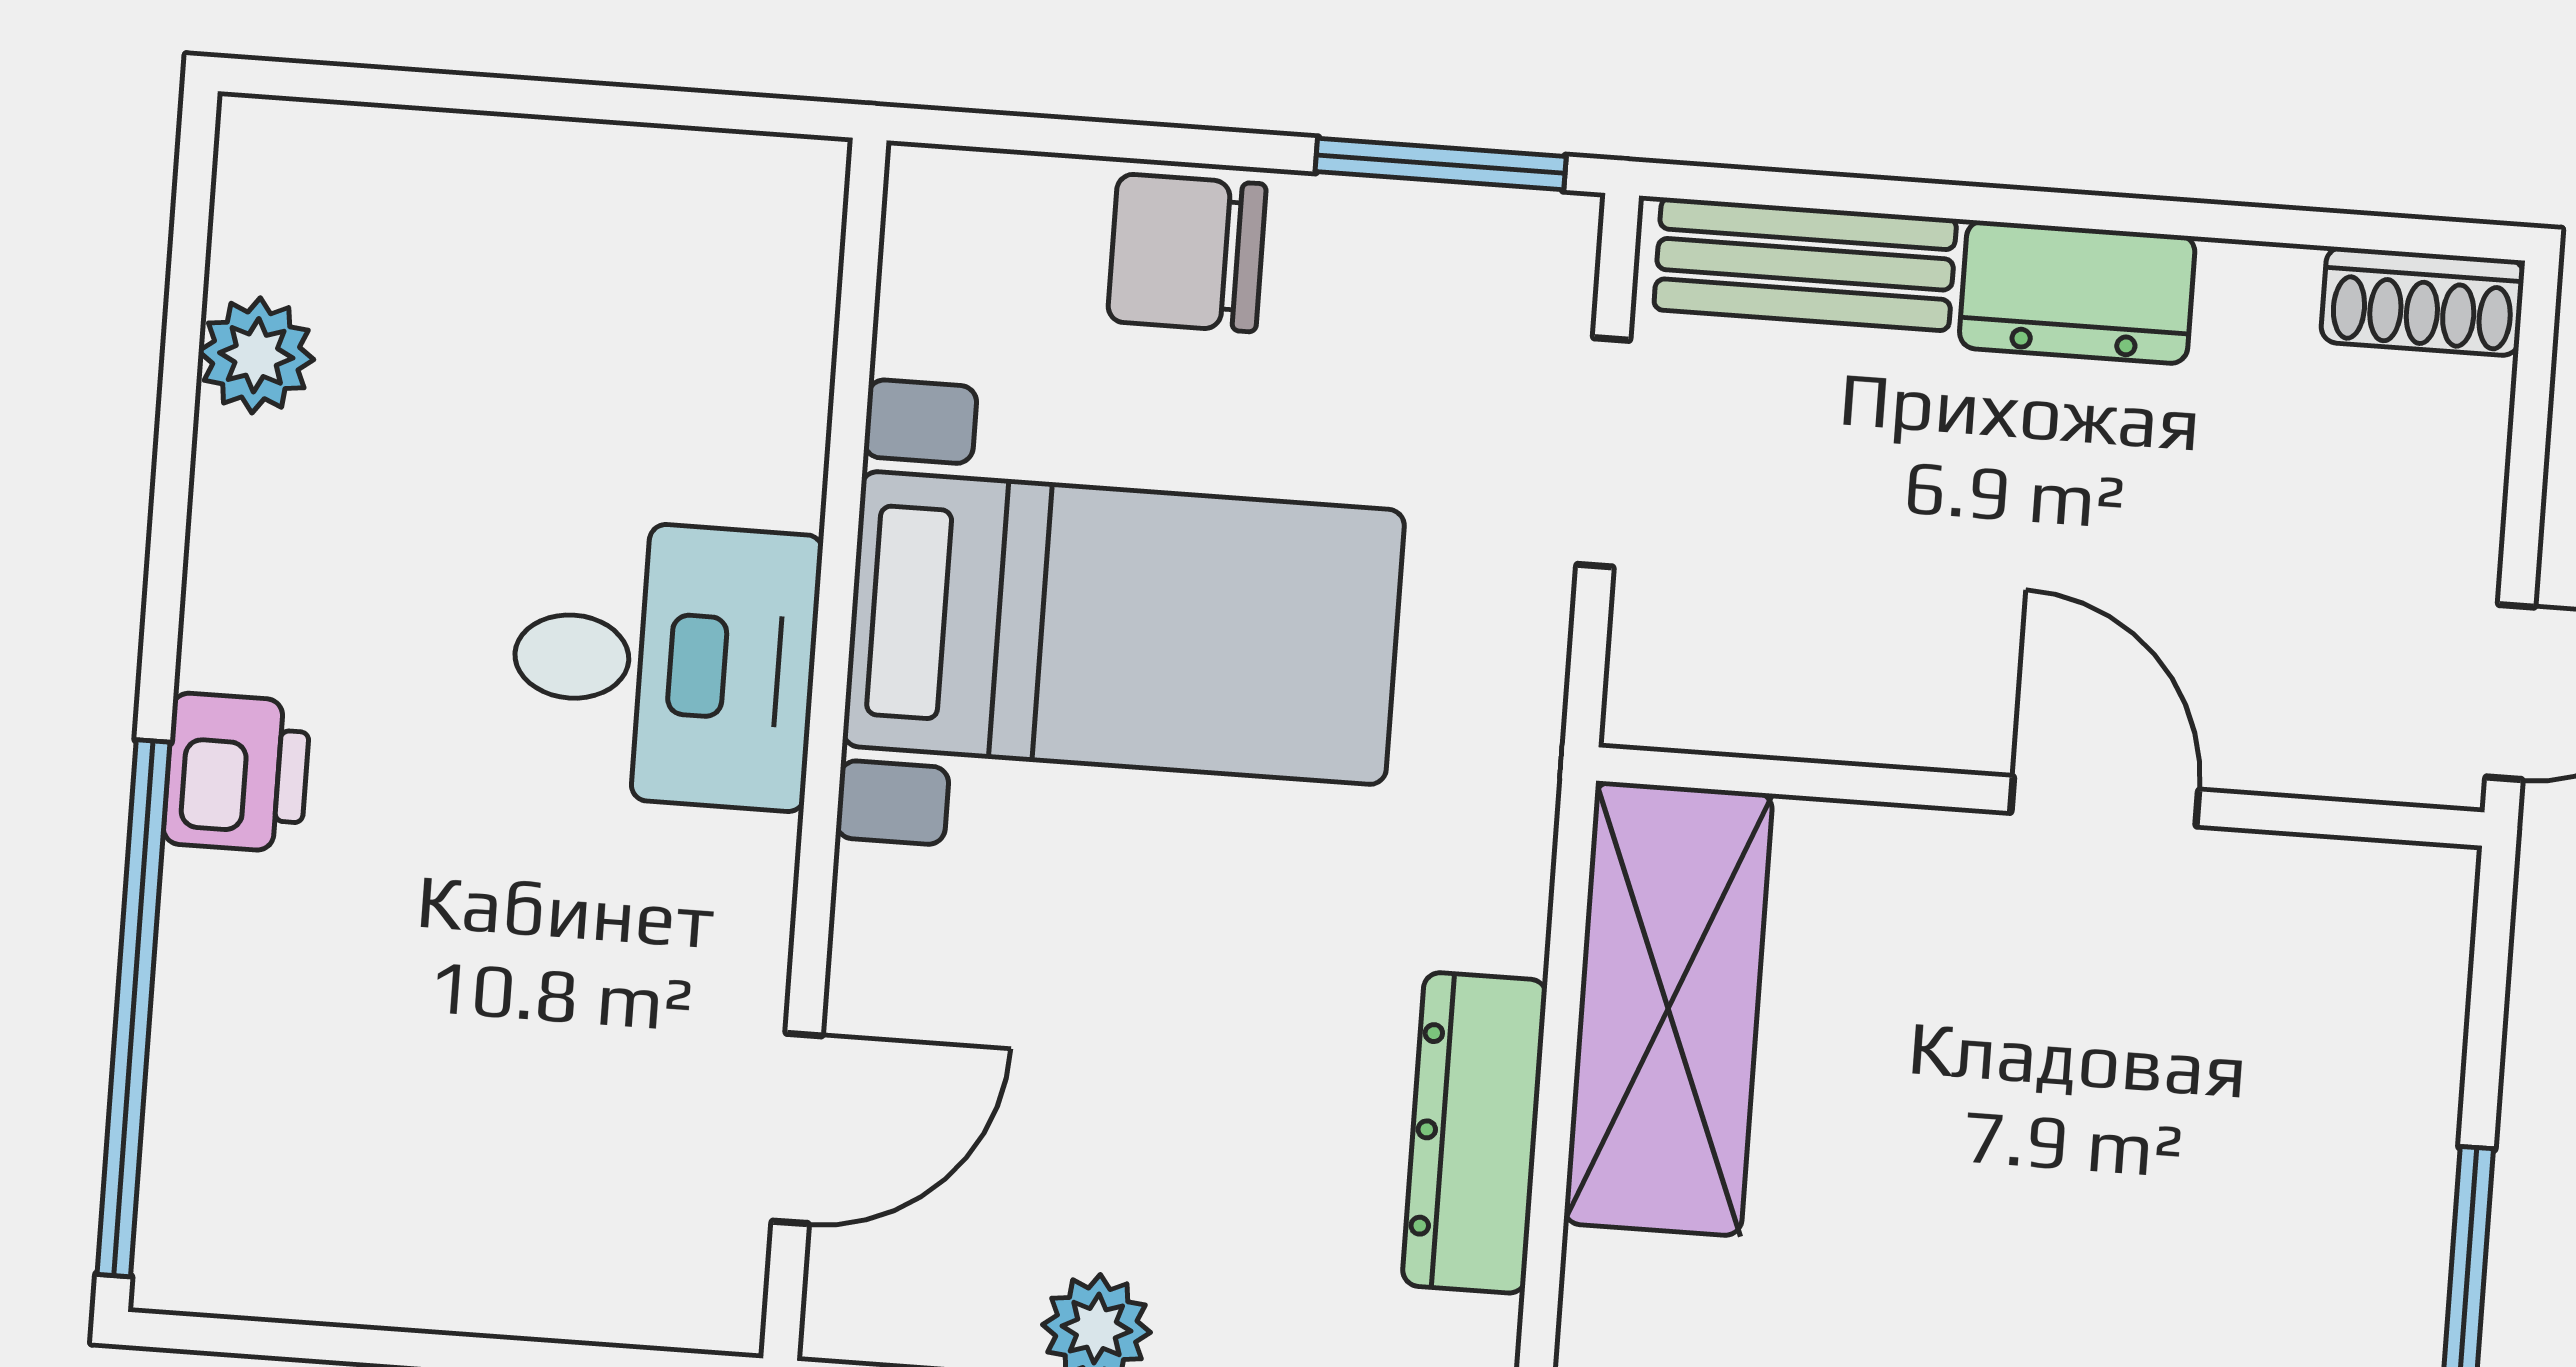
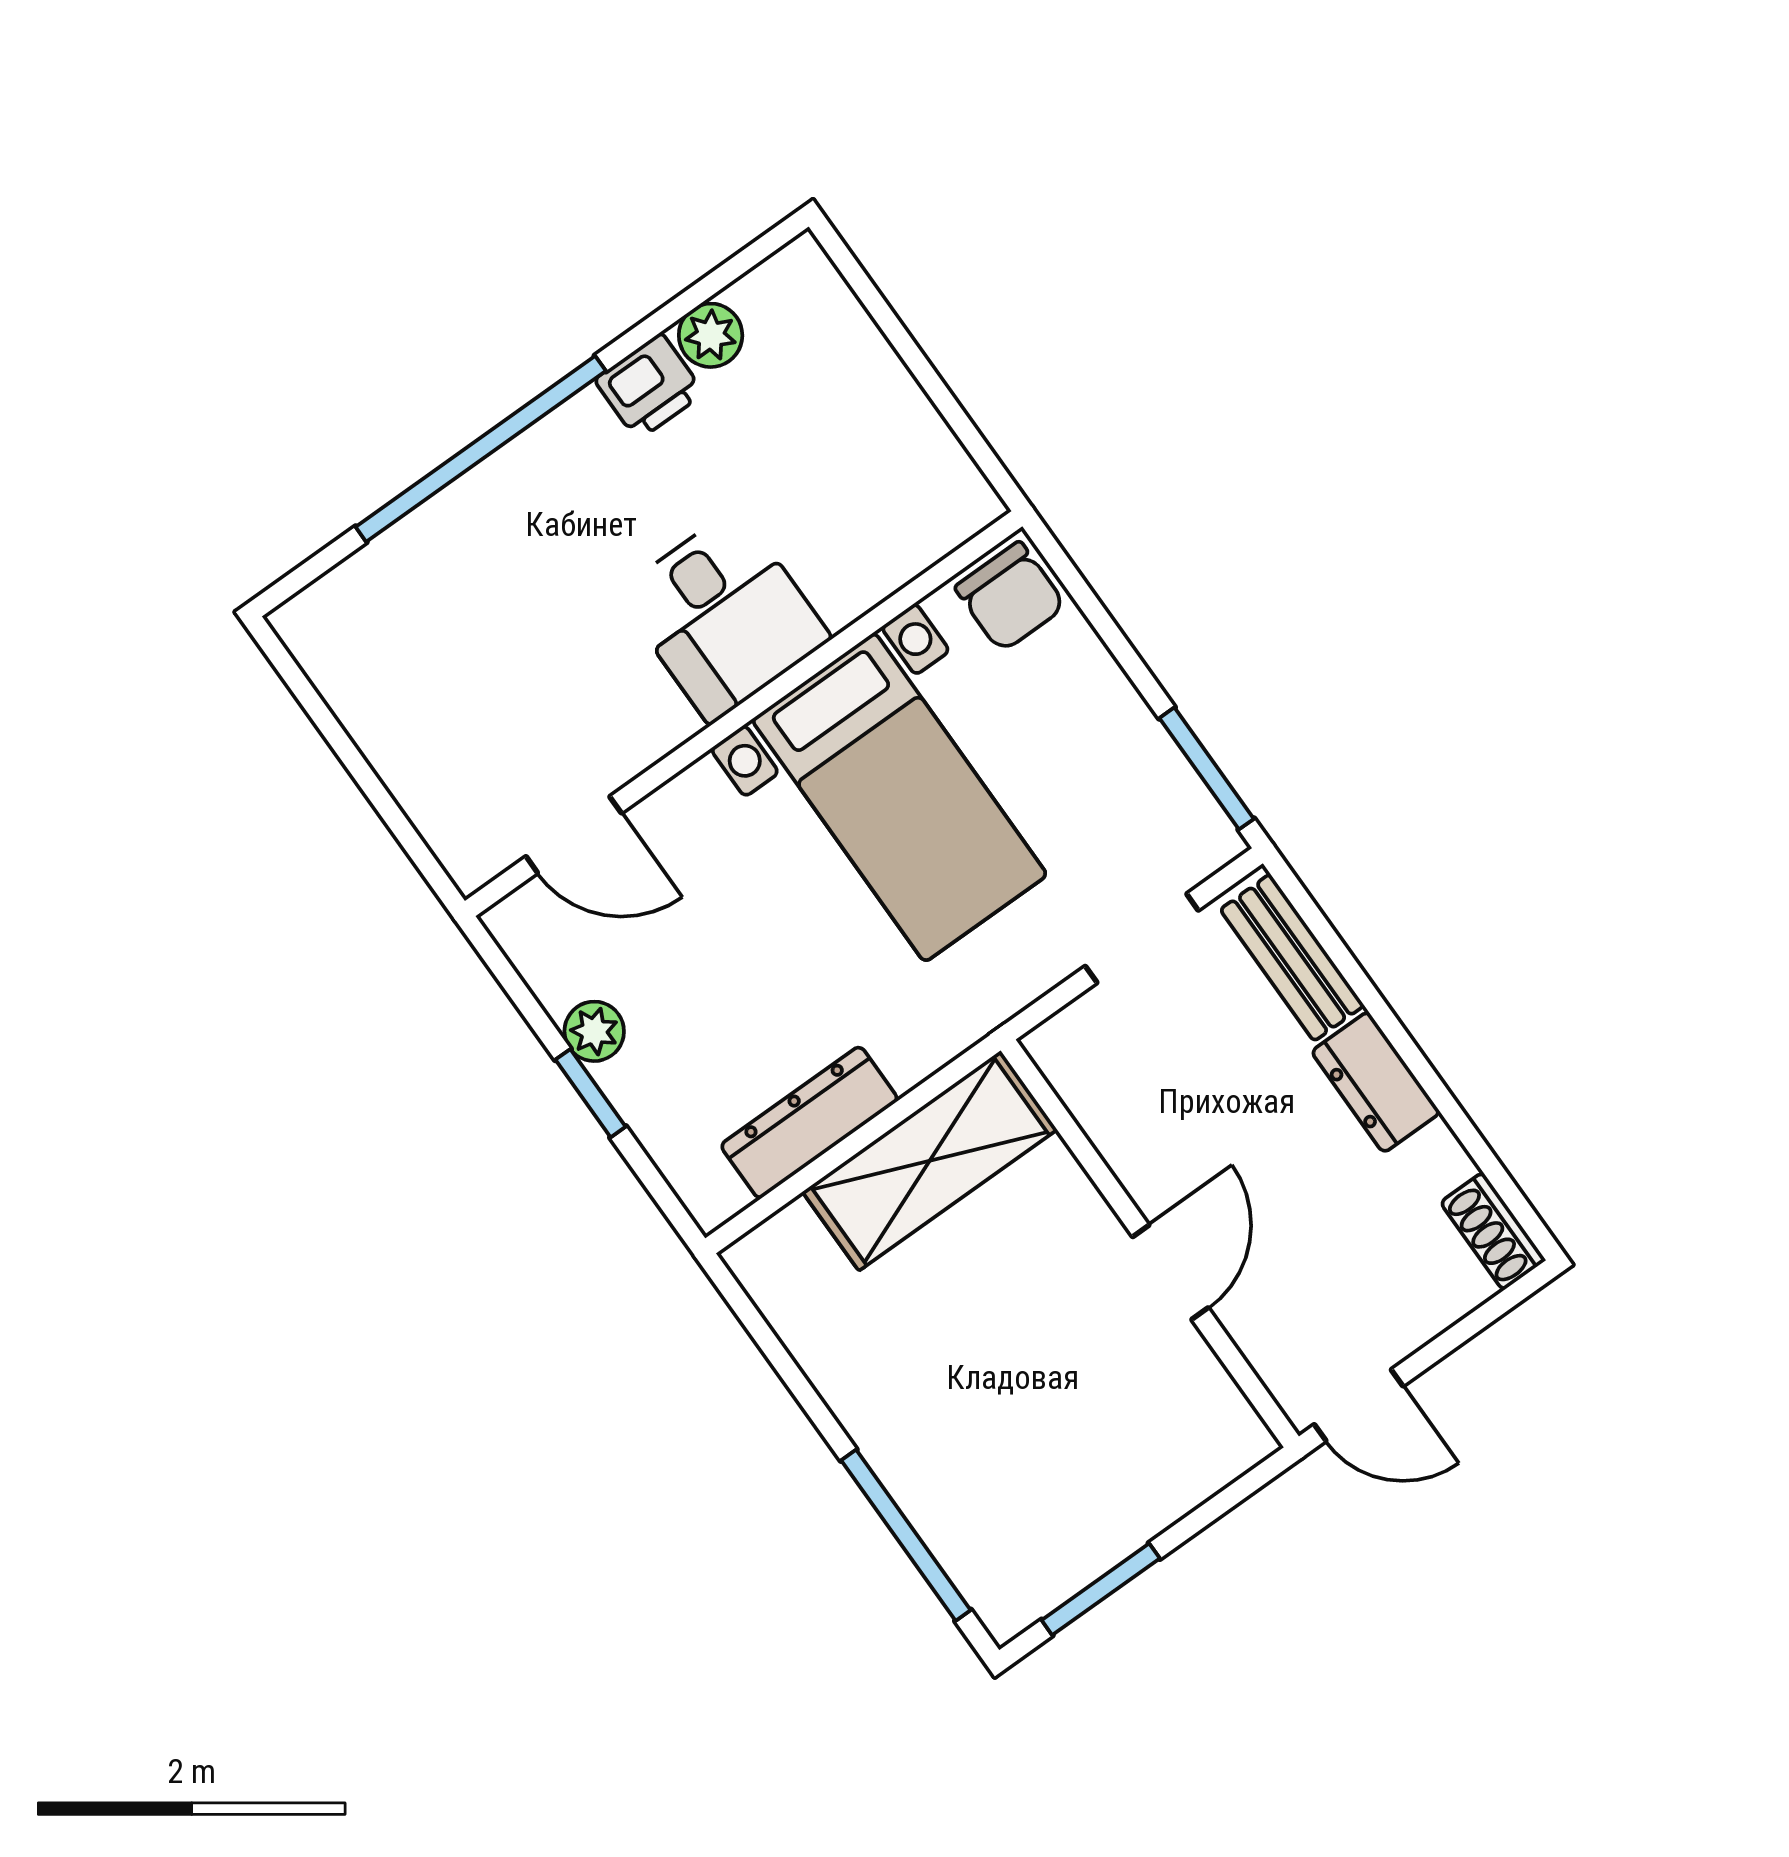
chair: (1187, 253) -> (1010, 597), moved, turned 180
printer: (237, 773) -> (649, 386), moved
window: (133, 1008) -> (481, 449), moved

